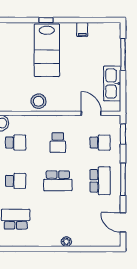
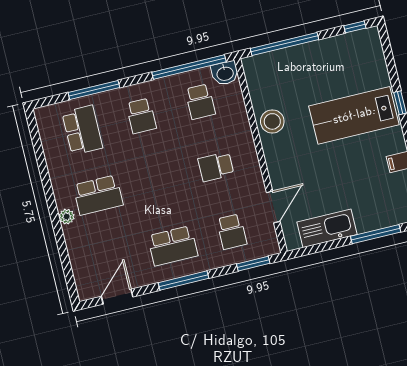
school desk: (58, 181) -> (98, 195), moved, turned -90

